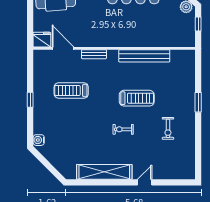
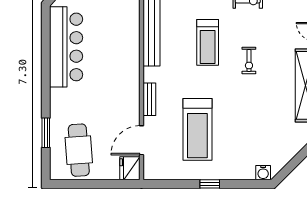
treadmill: (71, 91) -> (197, 129), width x1.37, depth x1.38
treadmill: (137, 98) -> (208, 42), turned 180

